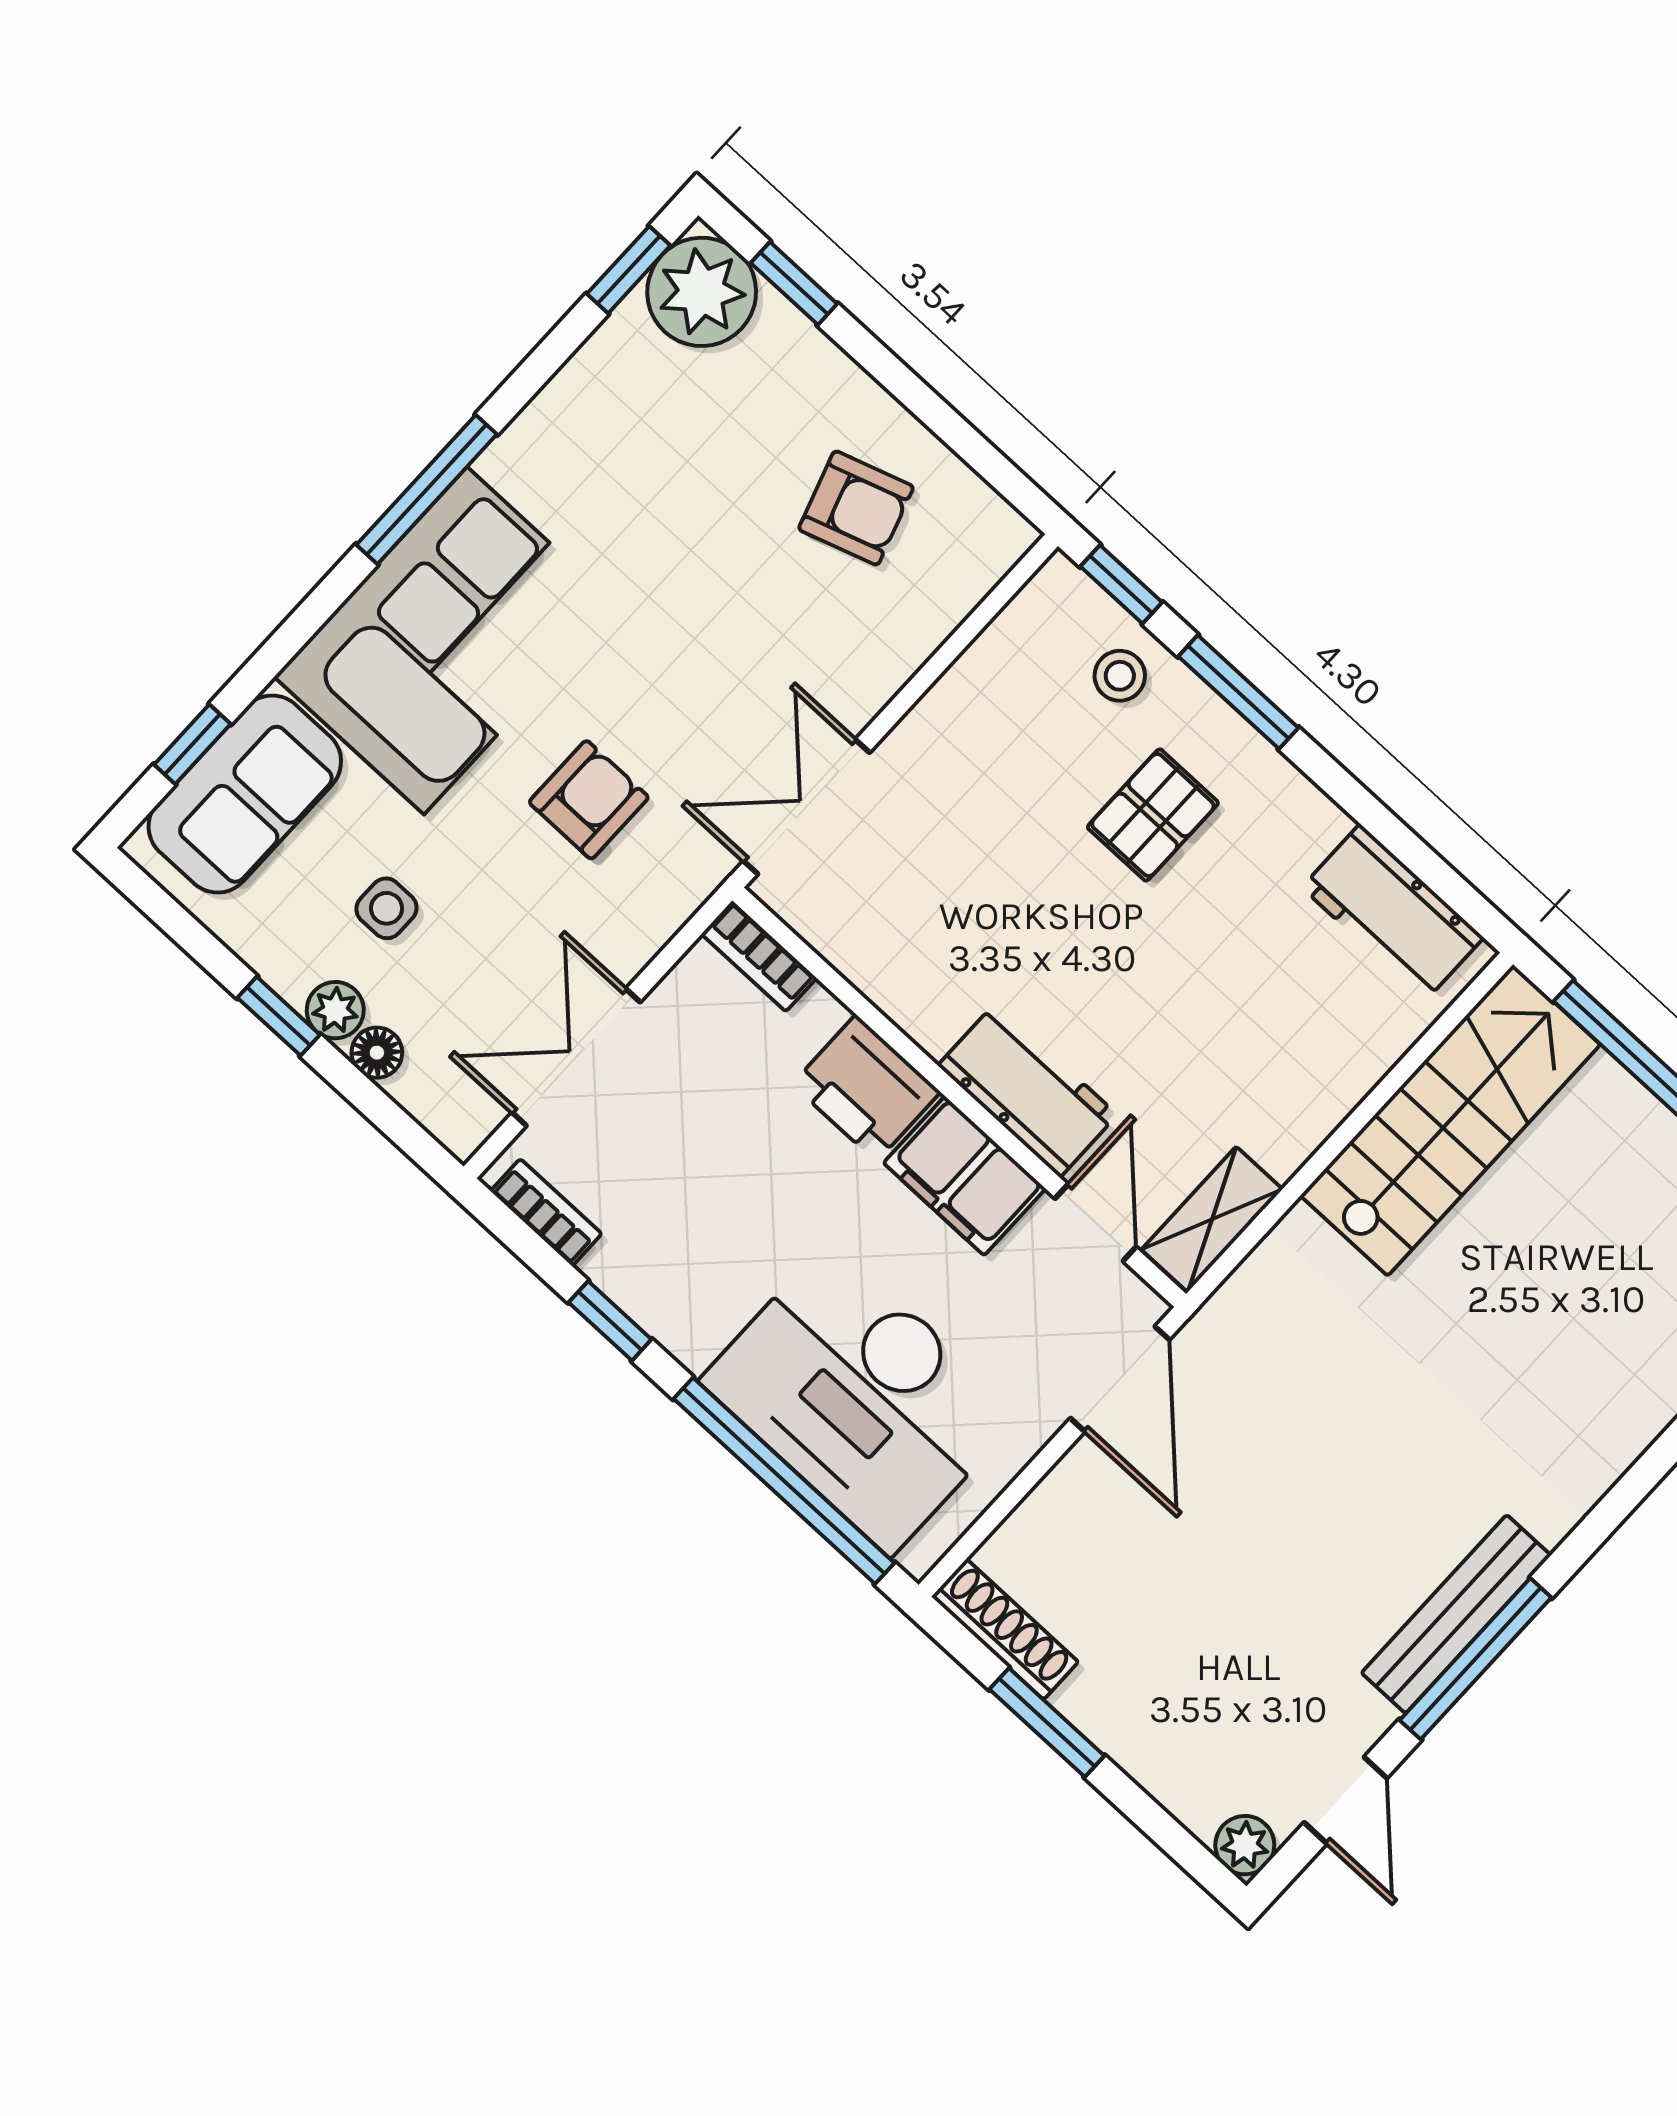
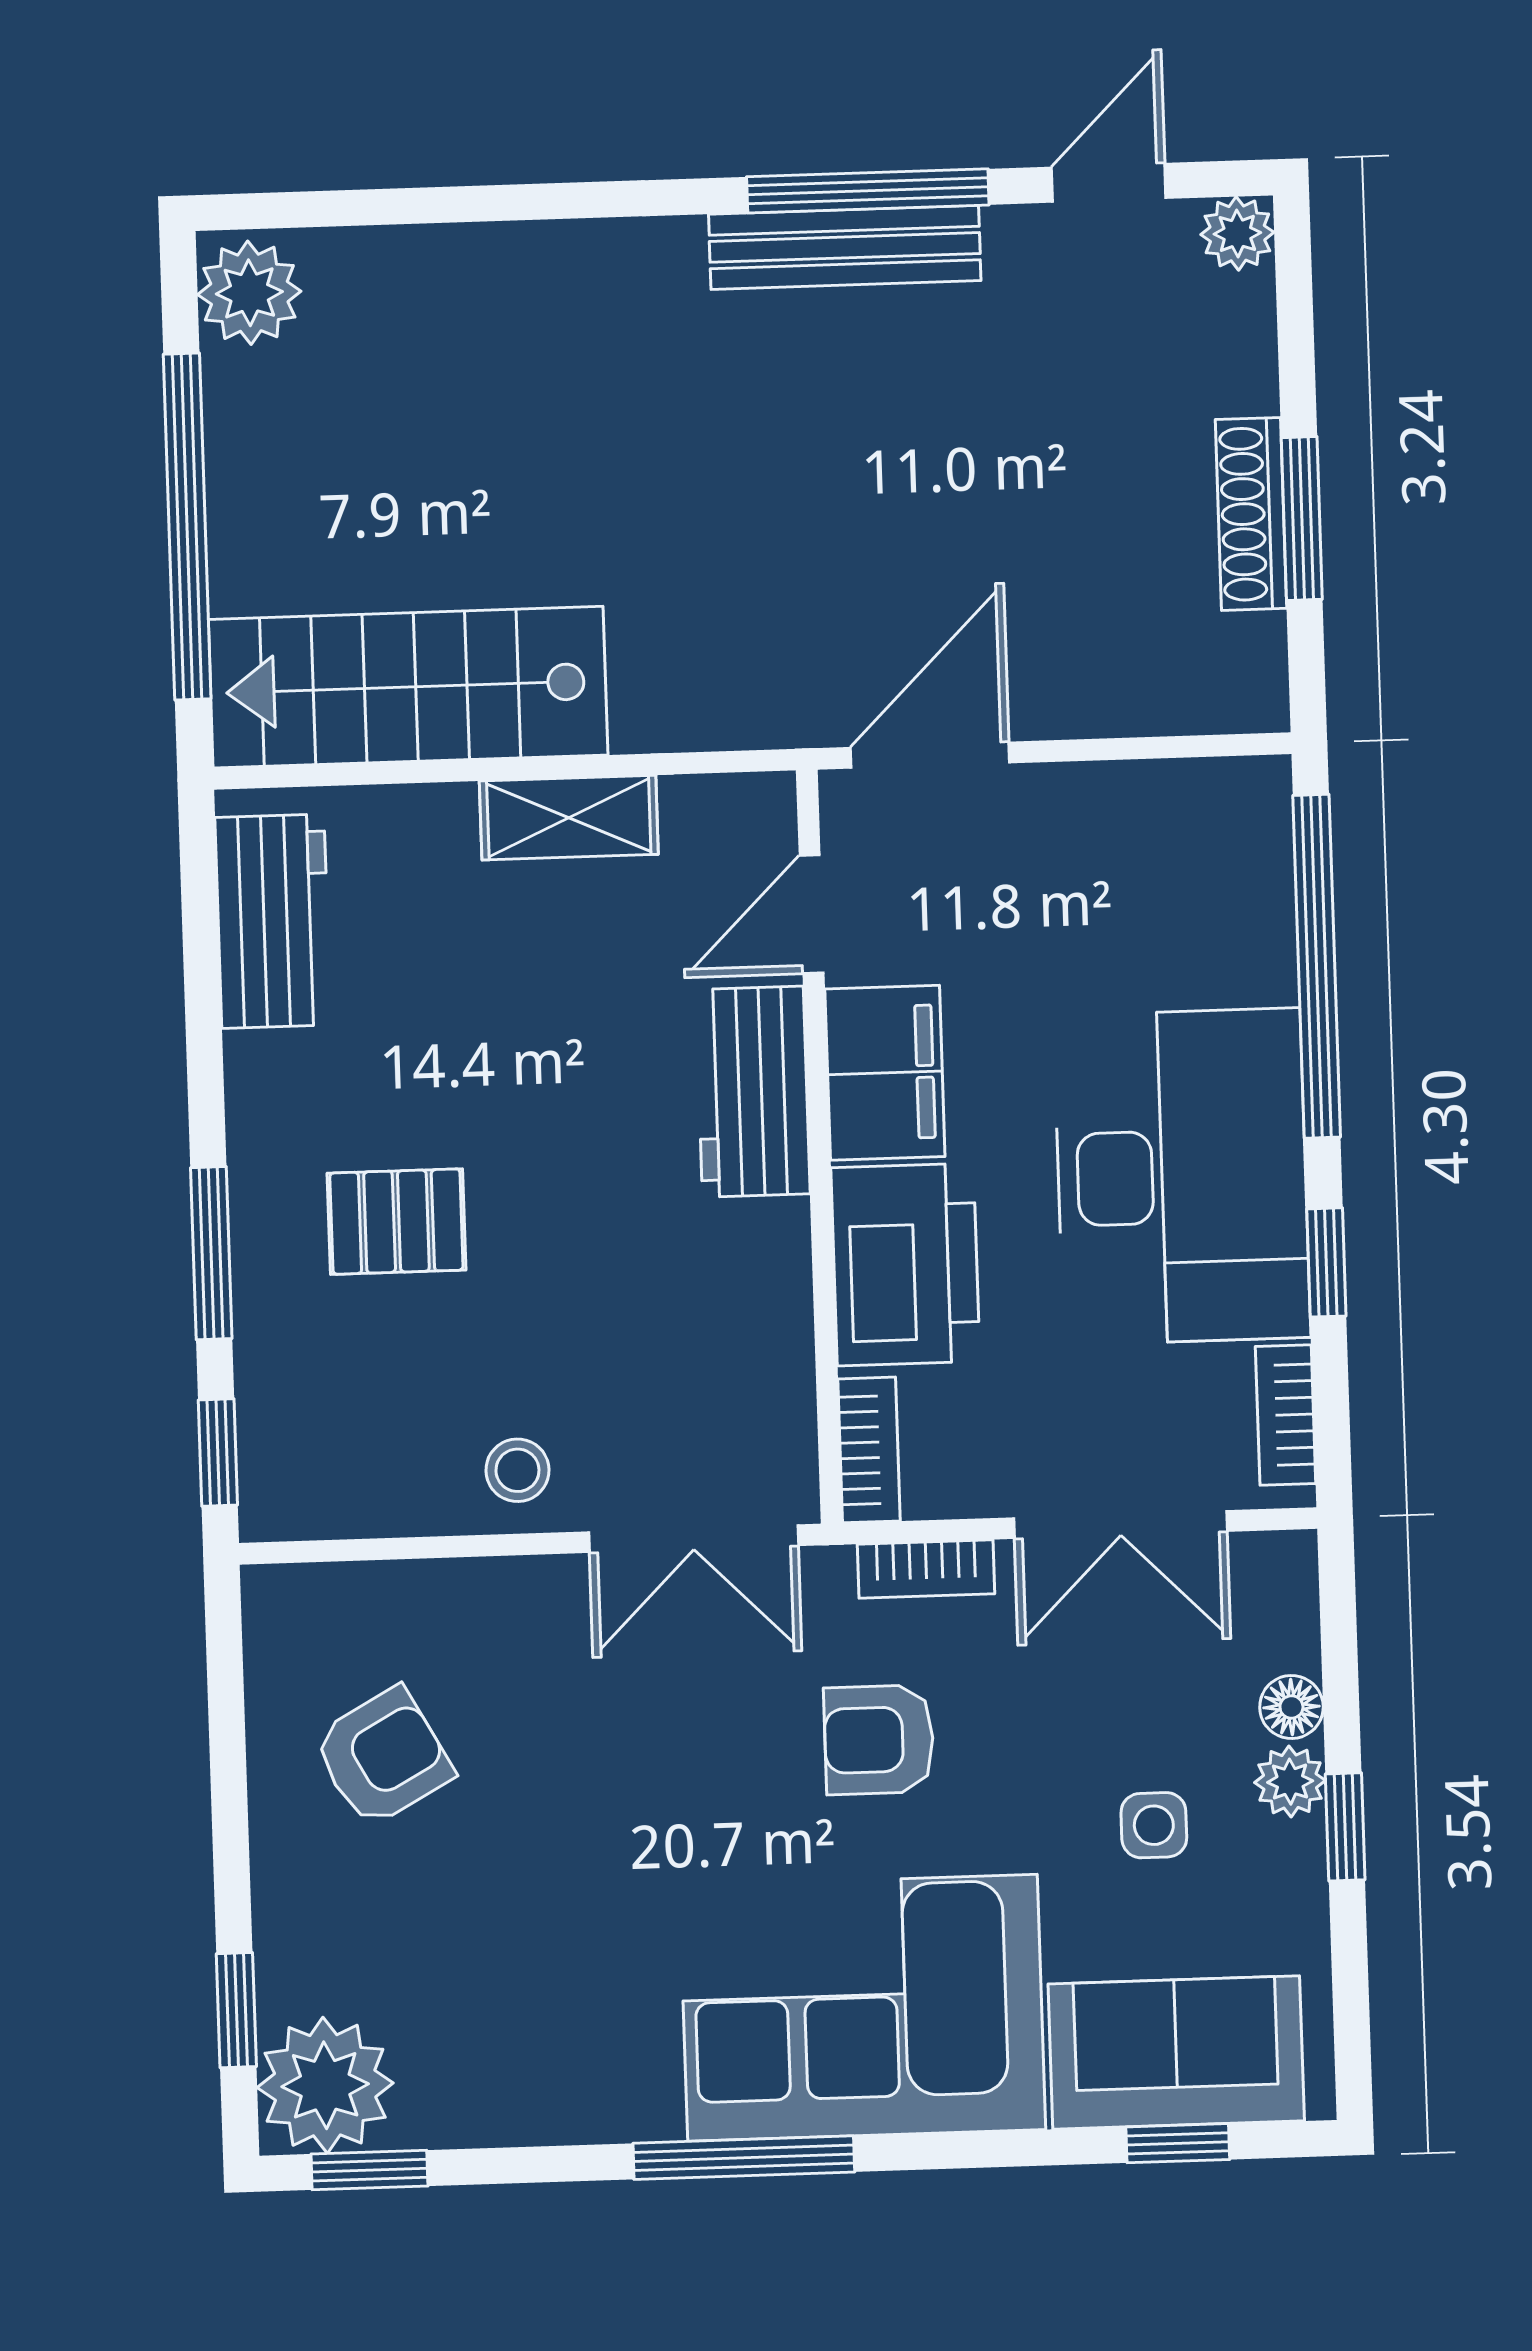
armchair: (856, 508) -> (383, 1757), turned 79
stool: (1120, 676) -> (517, 1470), moved
bookcase: (659, 922) -> (926, 1569), added
printer: (866, 1088) -> (905, 1265), width x1.37, depth x1.19
shelving: (1212, 1219) -> (569, 818), moved
desk: (860, 1398) -> (1182, 1177), moved
shoe rack: (1005, 1629) -> (1251, 514), moved

